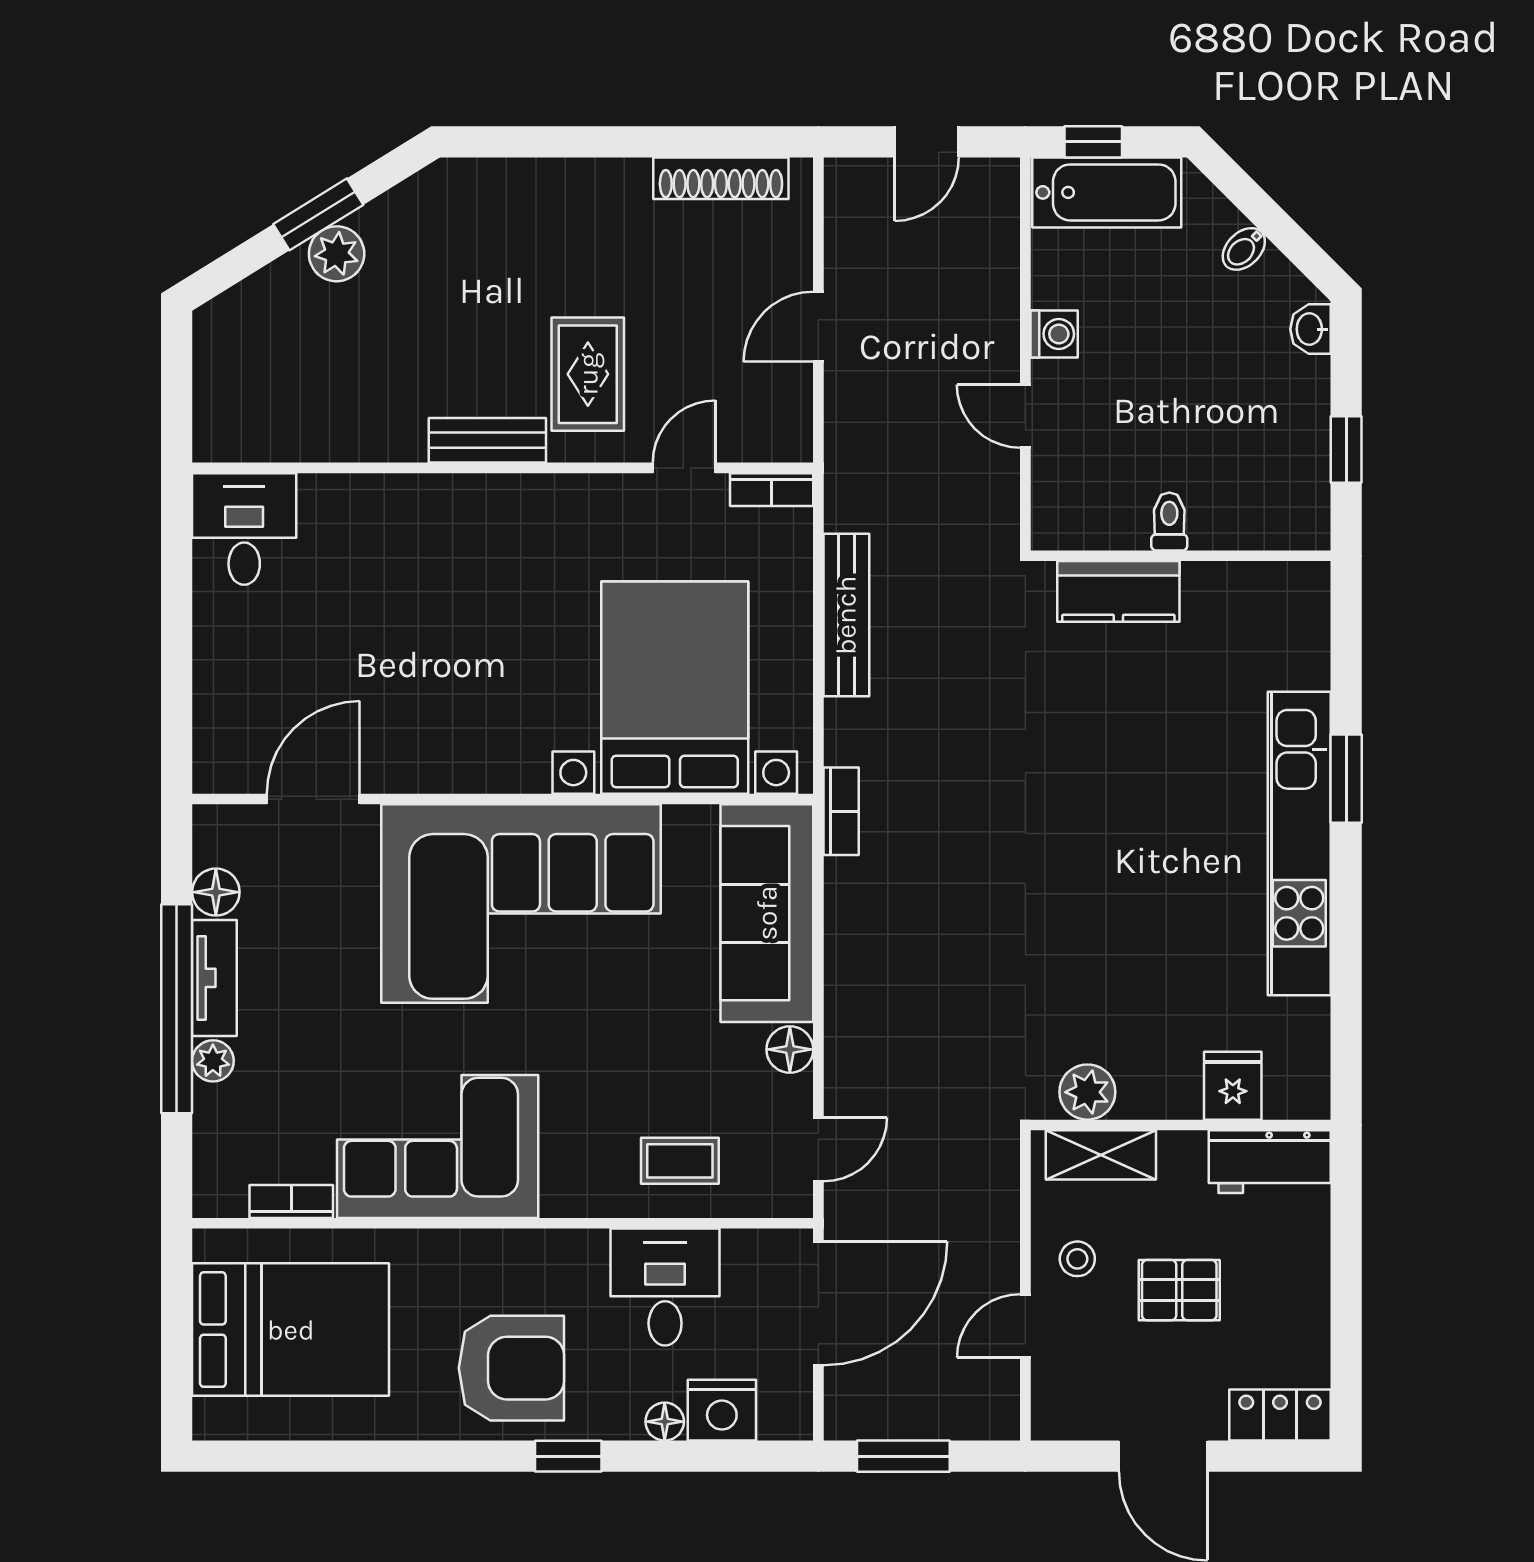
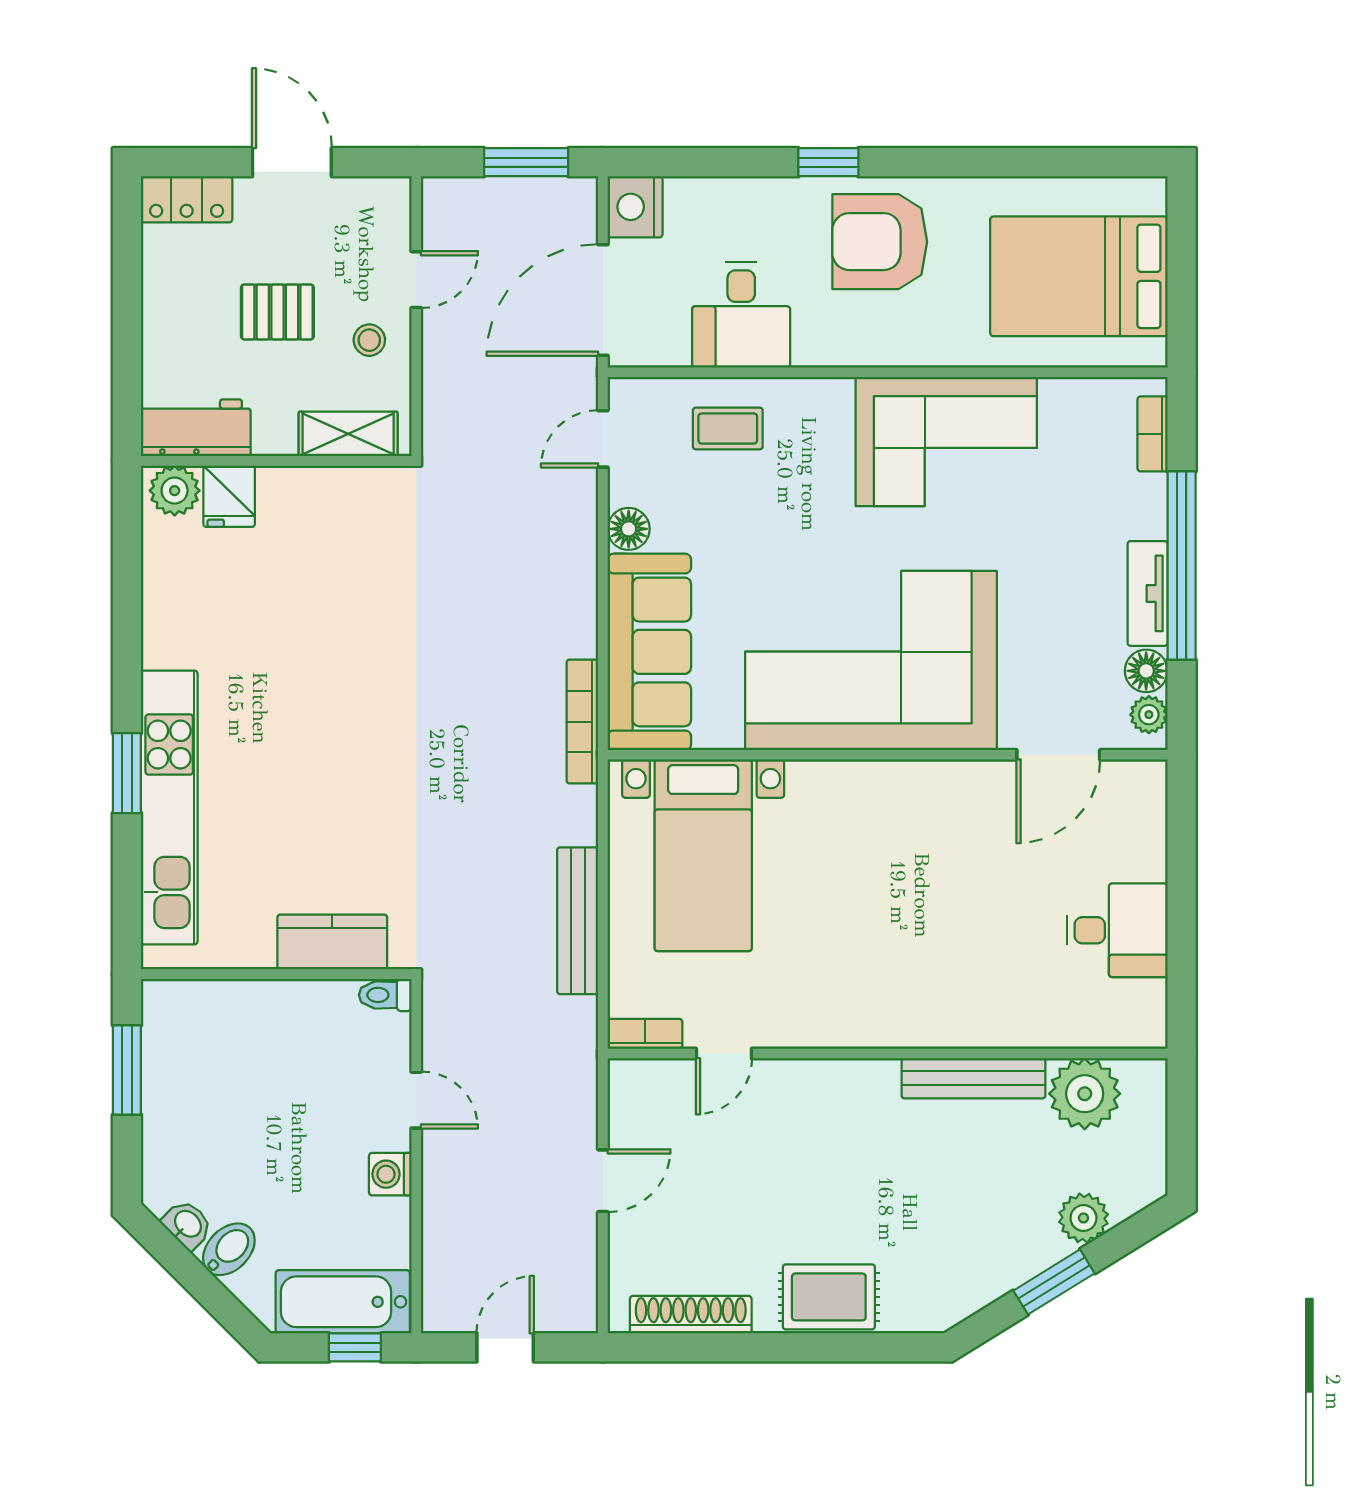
bidet: (1244, 249) -> (229, 1249), width x1.38, depth x1.36
plant: (337, 254) -> (1083, 1218), moved
washbasin: (1311, 329) -> (187, 1225), moved, turned -45
rug: (588, 374) -> (829, 1297), moved, turned 90
plant: (284, 423) -> (1085, 1094), added
bench: (487, 440) -> (973, 1078), moved, width x1.36
window: (1346, 450) -> (127, 1070), width x1.50
toilet: (1169, 521) -> (385, 995), moved, turned 90
desk: (244, 529) -> (1117, 930), moved, turned -90
bed with nightstands: (675, 688) -> (703, 855), width x0.73
bookcase: (841, 811) -> (582, 722), width x1.56
kitchen unit: (1299, 843) -> (169, 808), moved
plant: (213, 1061) -> (1149, 715), moved
plant: (1087, 1092) -> (175, 491), moved
bookcase: (291, 1201) -> (1153, 434), moved, turned 90
nightstand: (722, 1410) -> (635, 207), moved, turned -90
floor lamp: (665, 1422) -> (741, 193), removed

